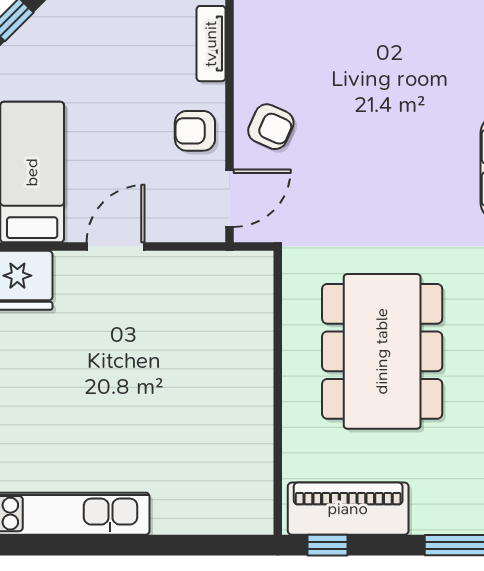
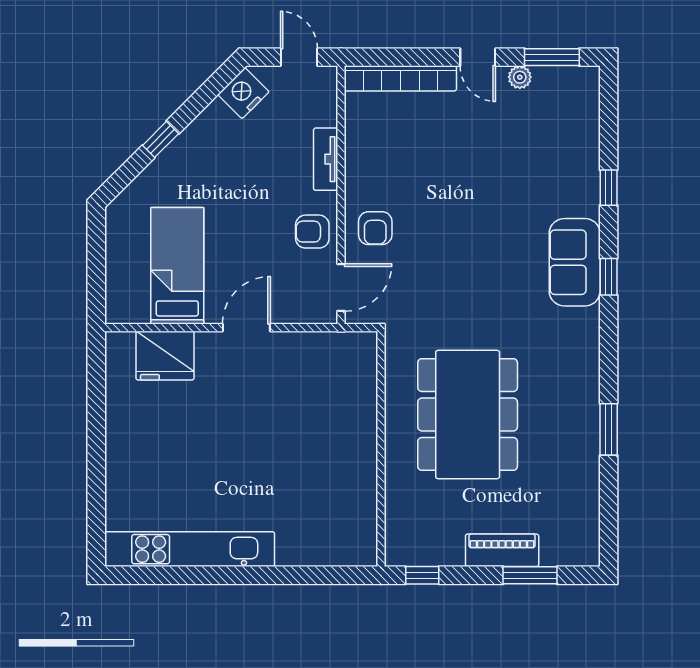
armchair: (271, 127) -> (375, 228), turned 66
piano: (348, 509) -> (502, 550), moved, width x0.73, depth x0.75

